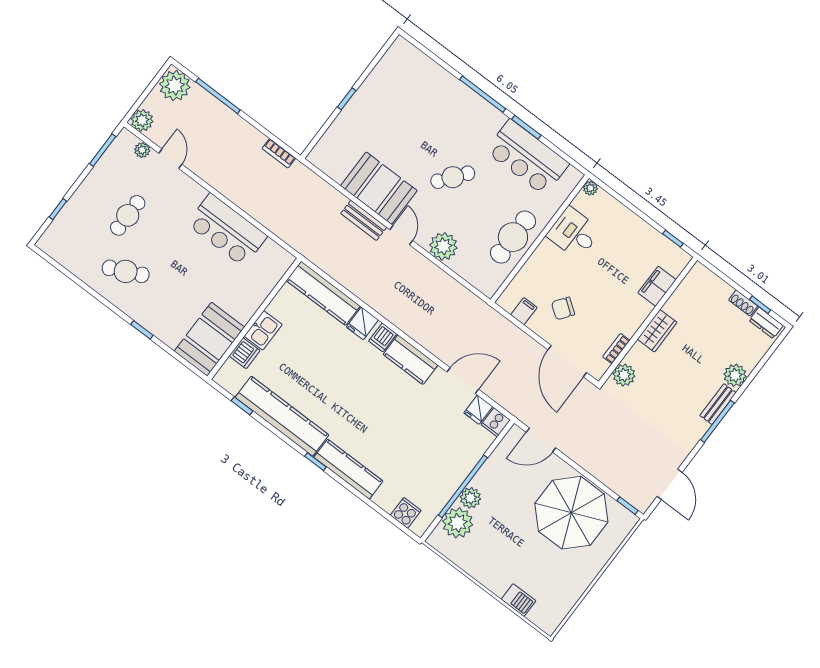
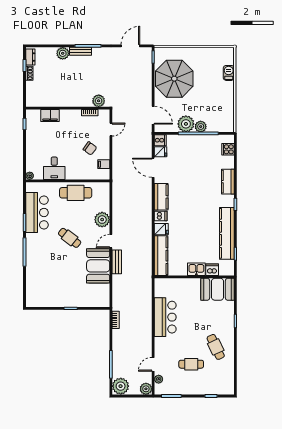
wardrobe: (657, 331) -> (69, 101), removed
door: (567, 361) -> (111, 130), width x0.53
kitchen counter: (348, 469) -> (228, 182), width x0.67
plant: (458, 523) -> (186, 124), moved

